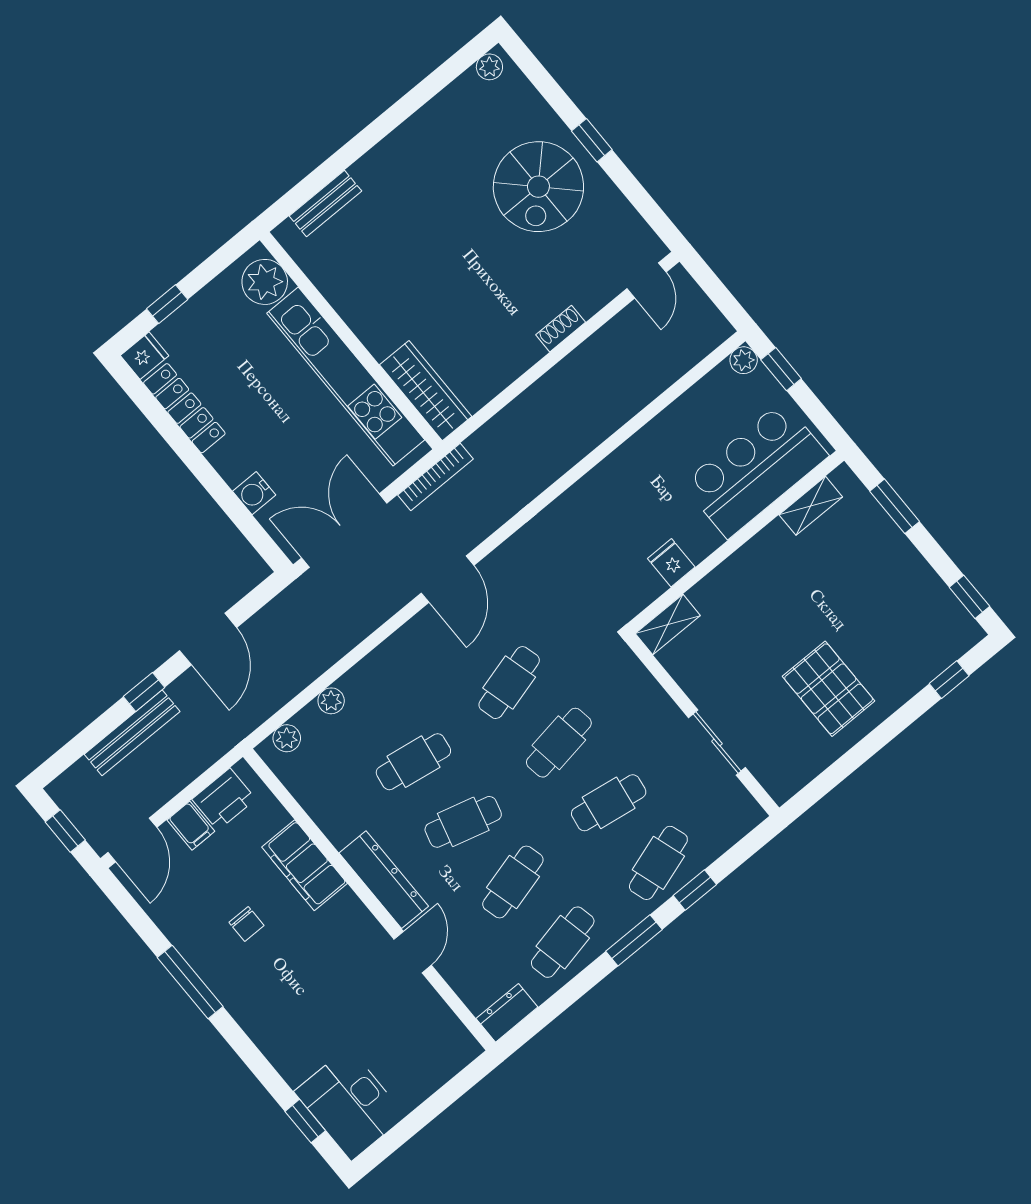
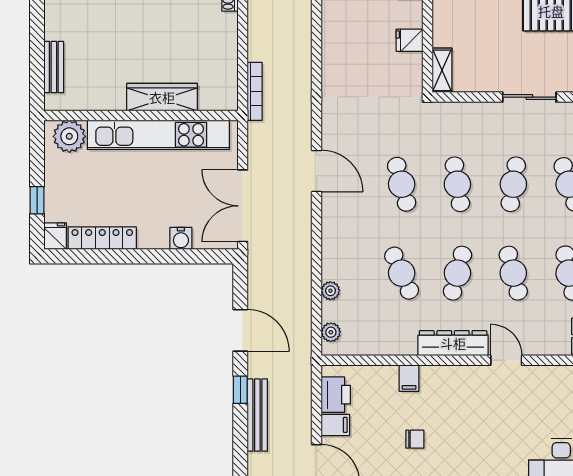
wardrobe: (426, 391) -> (162, 97), moved
bookcase: (435, 477) -> (255, 91), moved
cafe table: (413, 762) -> (402, 273), turned -33
filing cabinet: (305, 865) -> (409, 378), width x0.33, depth x0.86

